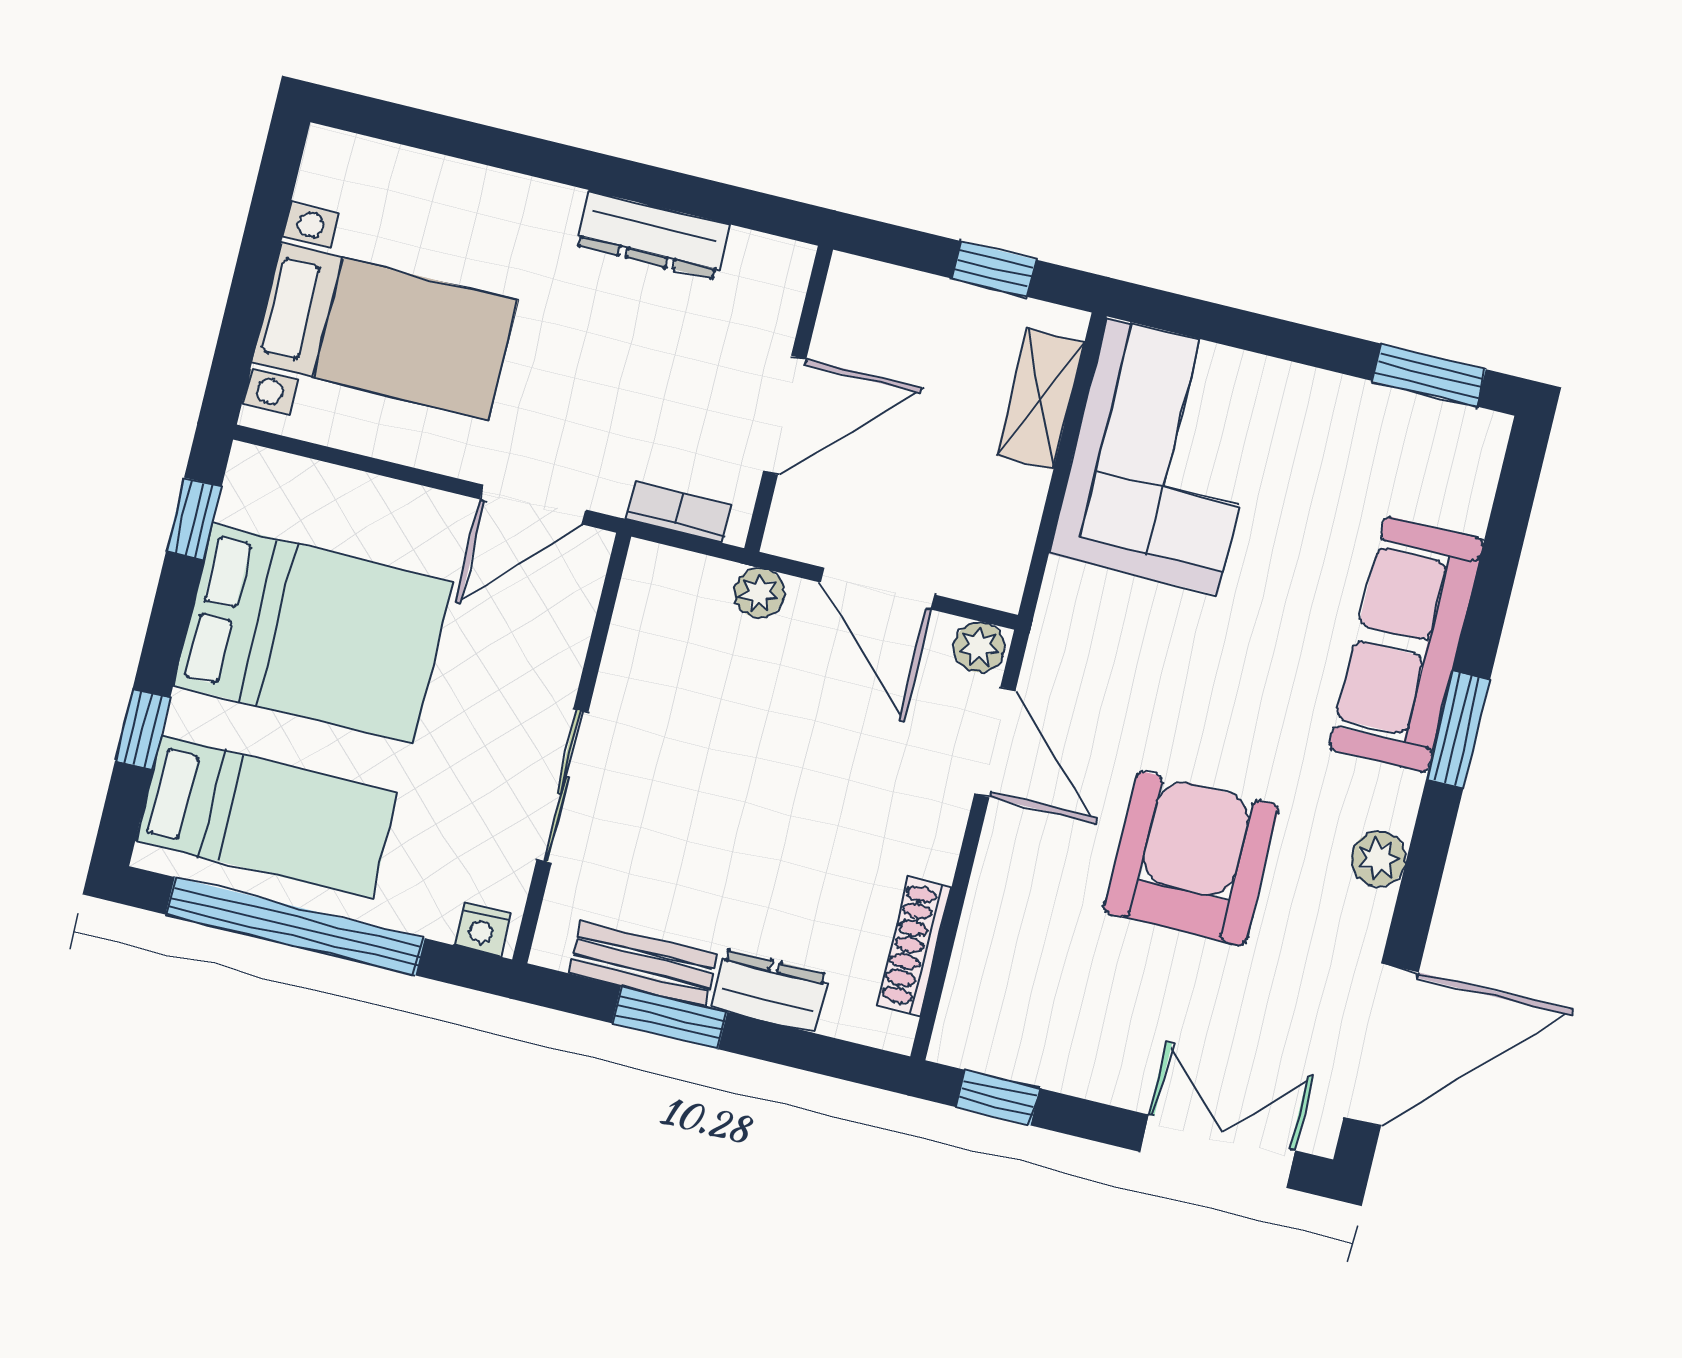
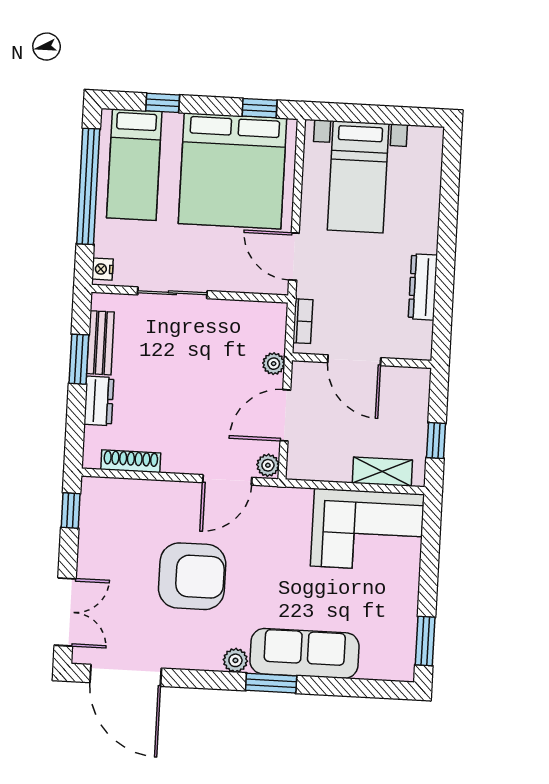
bed: (313, 634) -> (233, 171), width x1.36
plant: (1379, 859) -> (235, 660), moved

